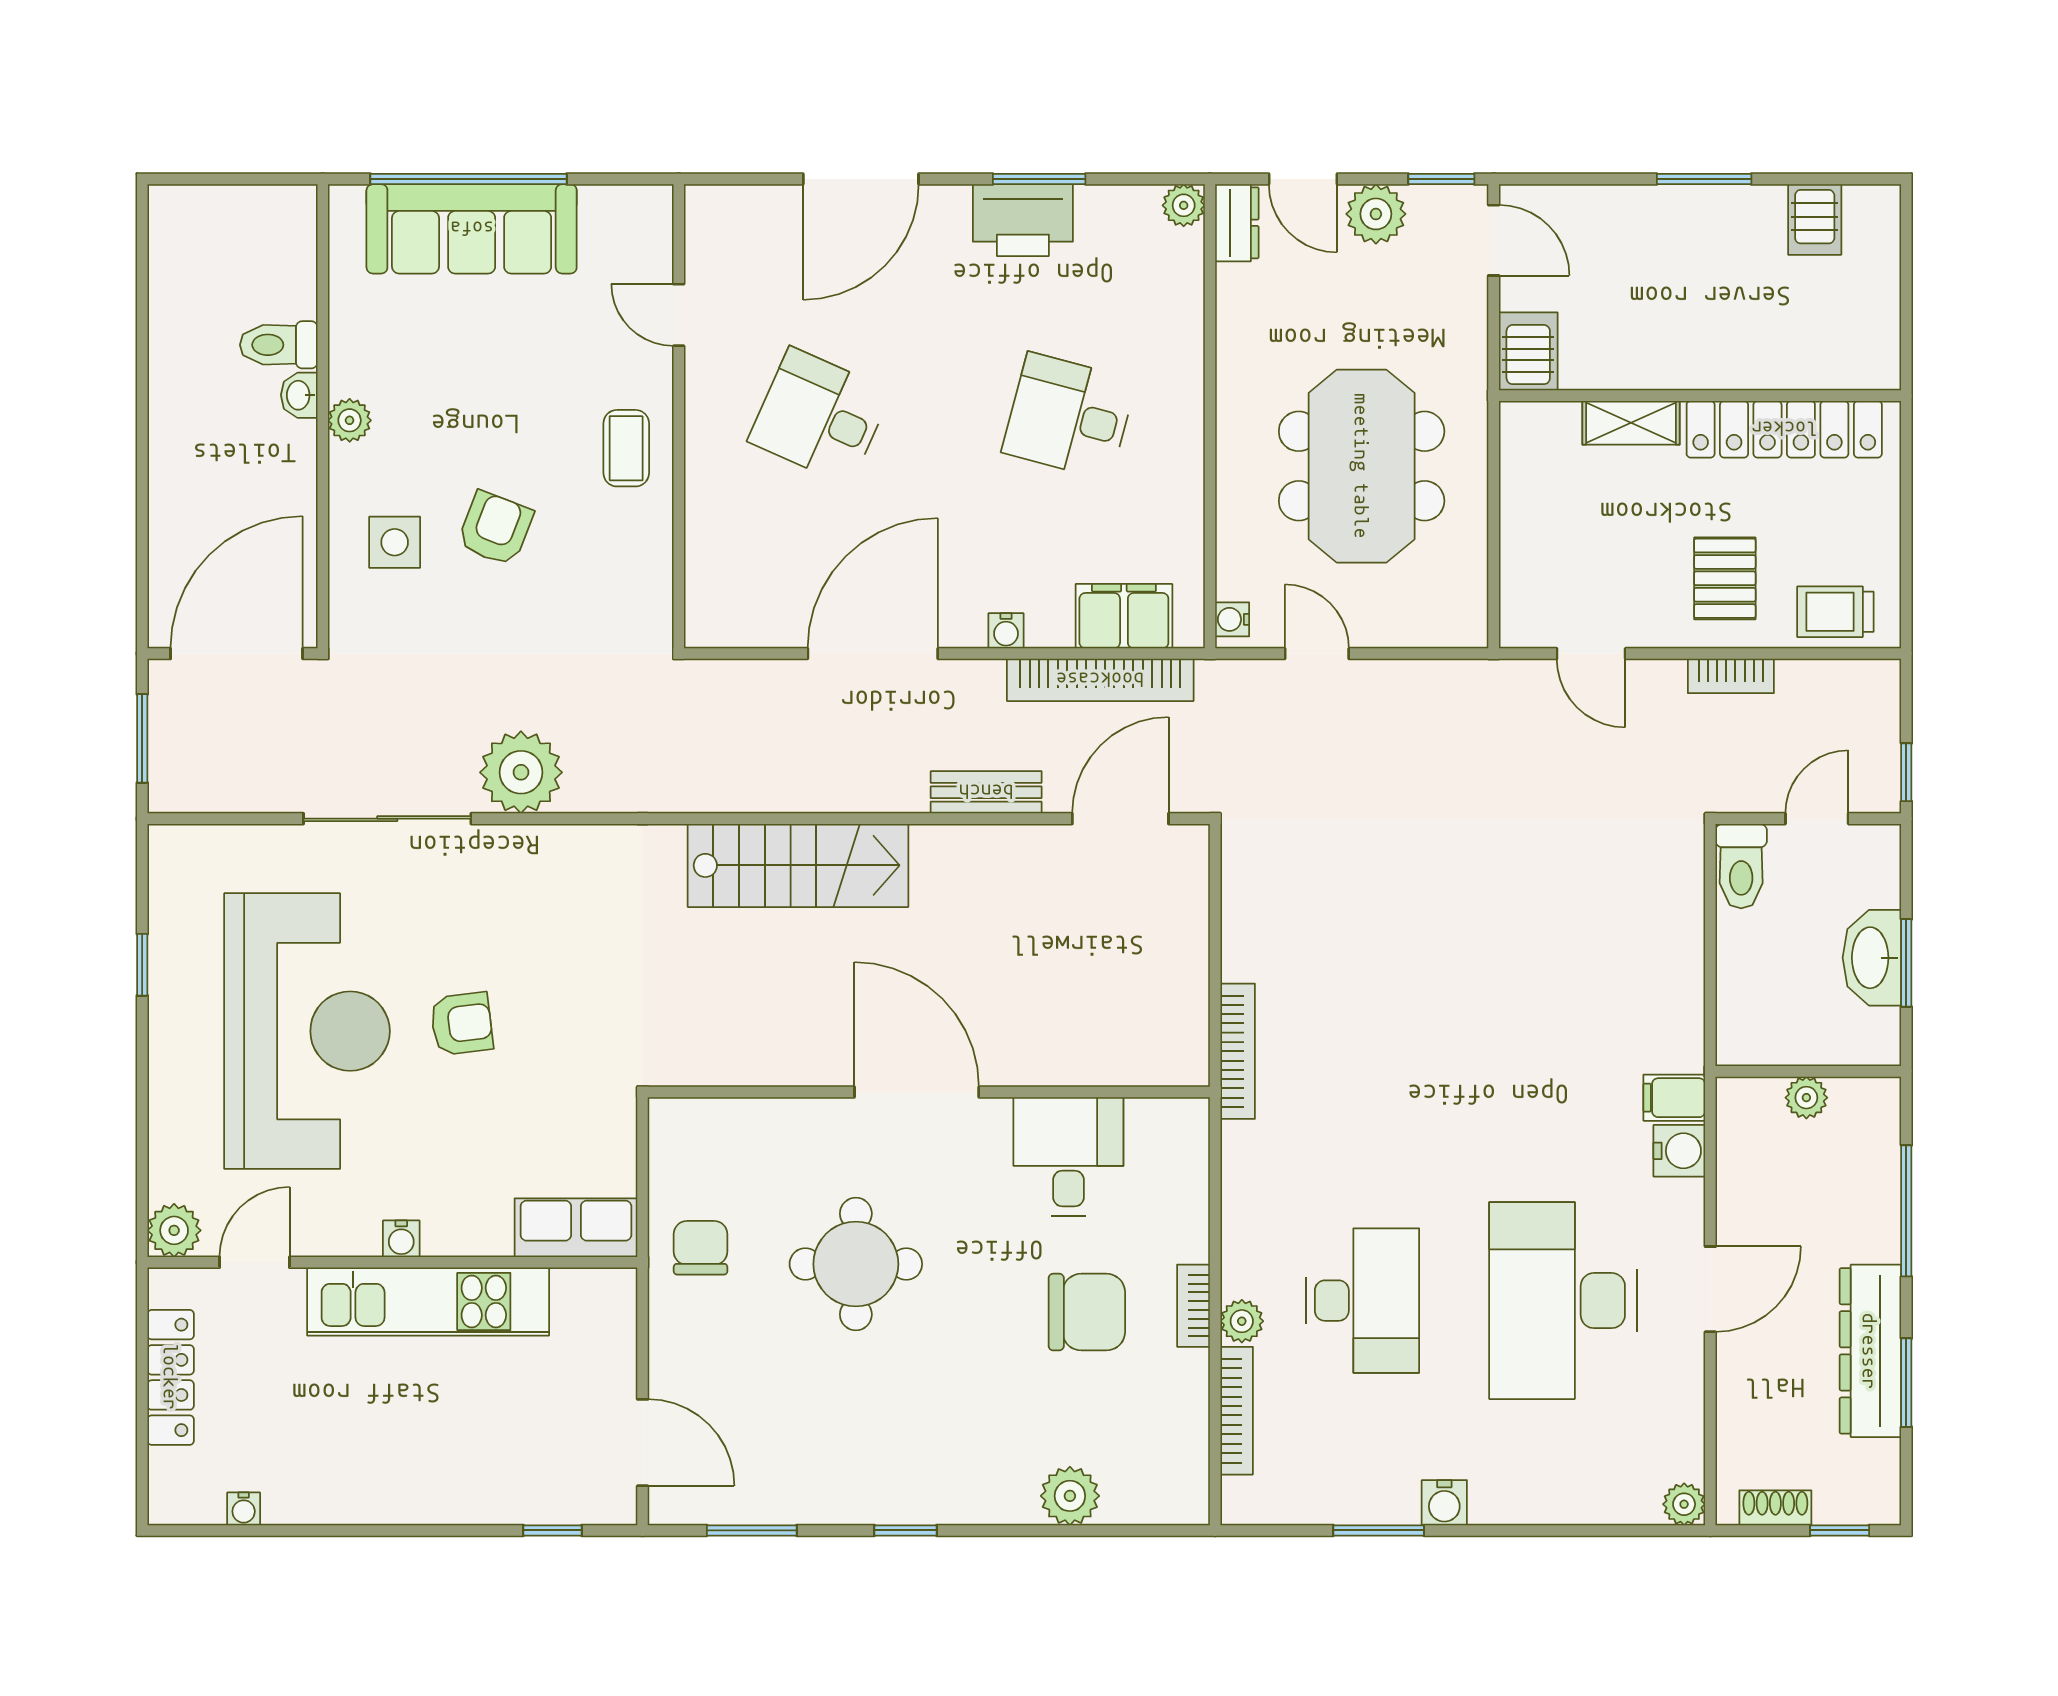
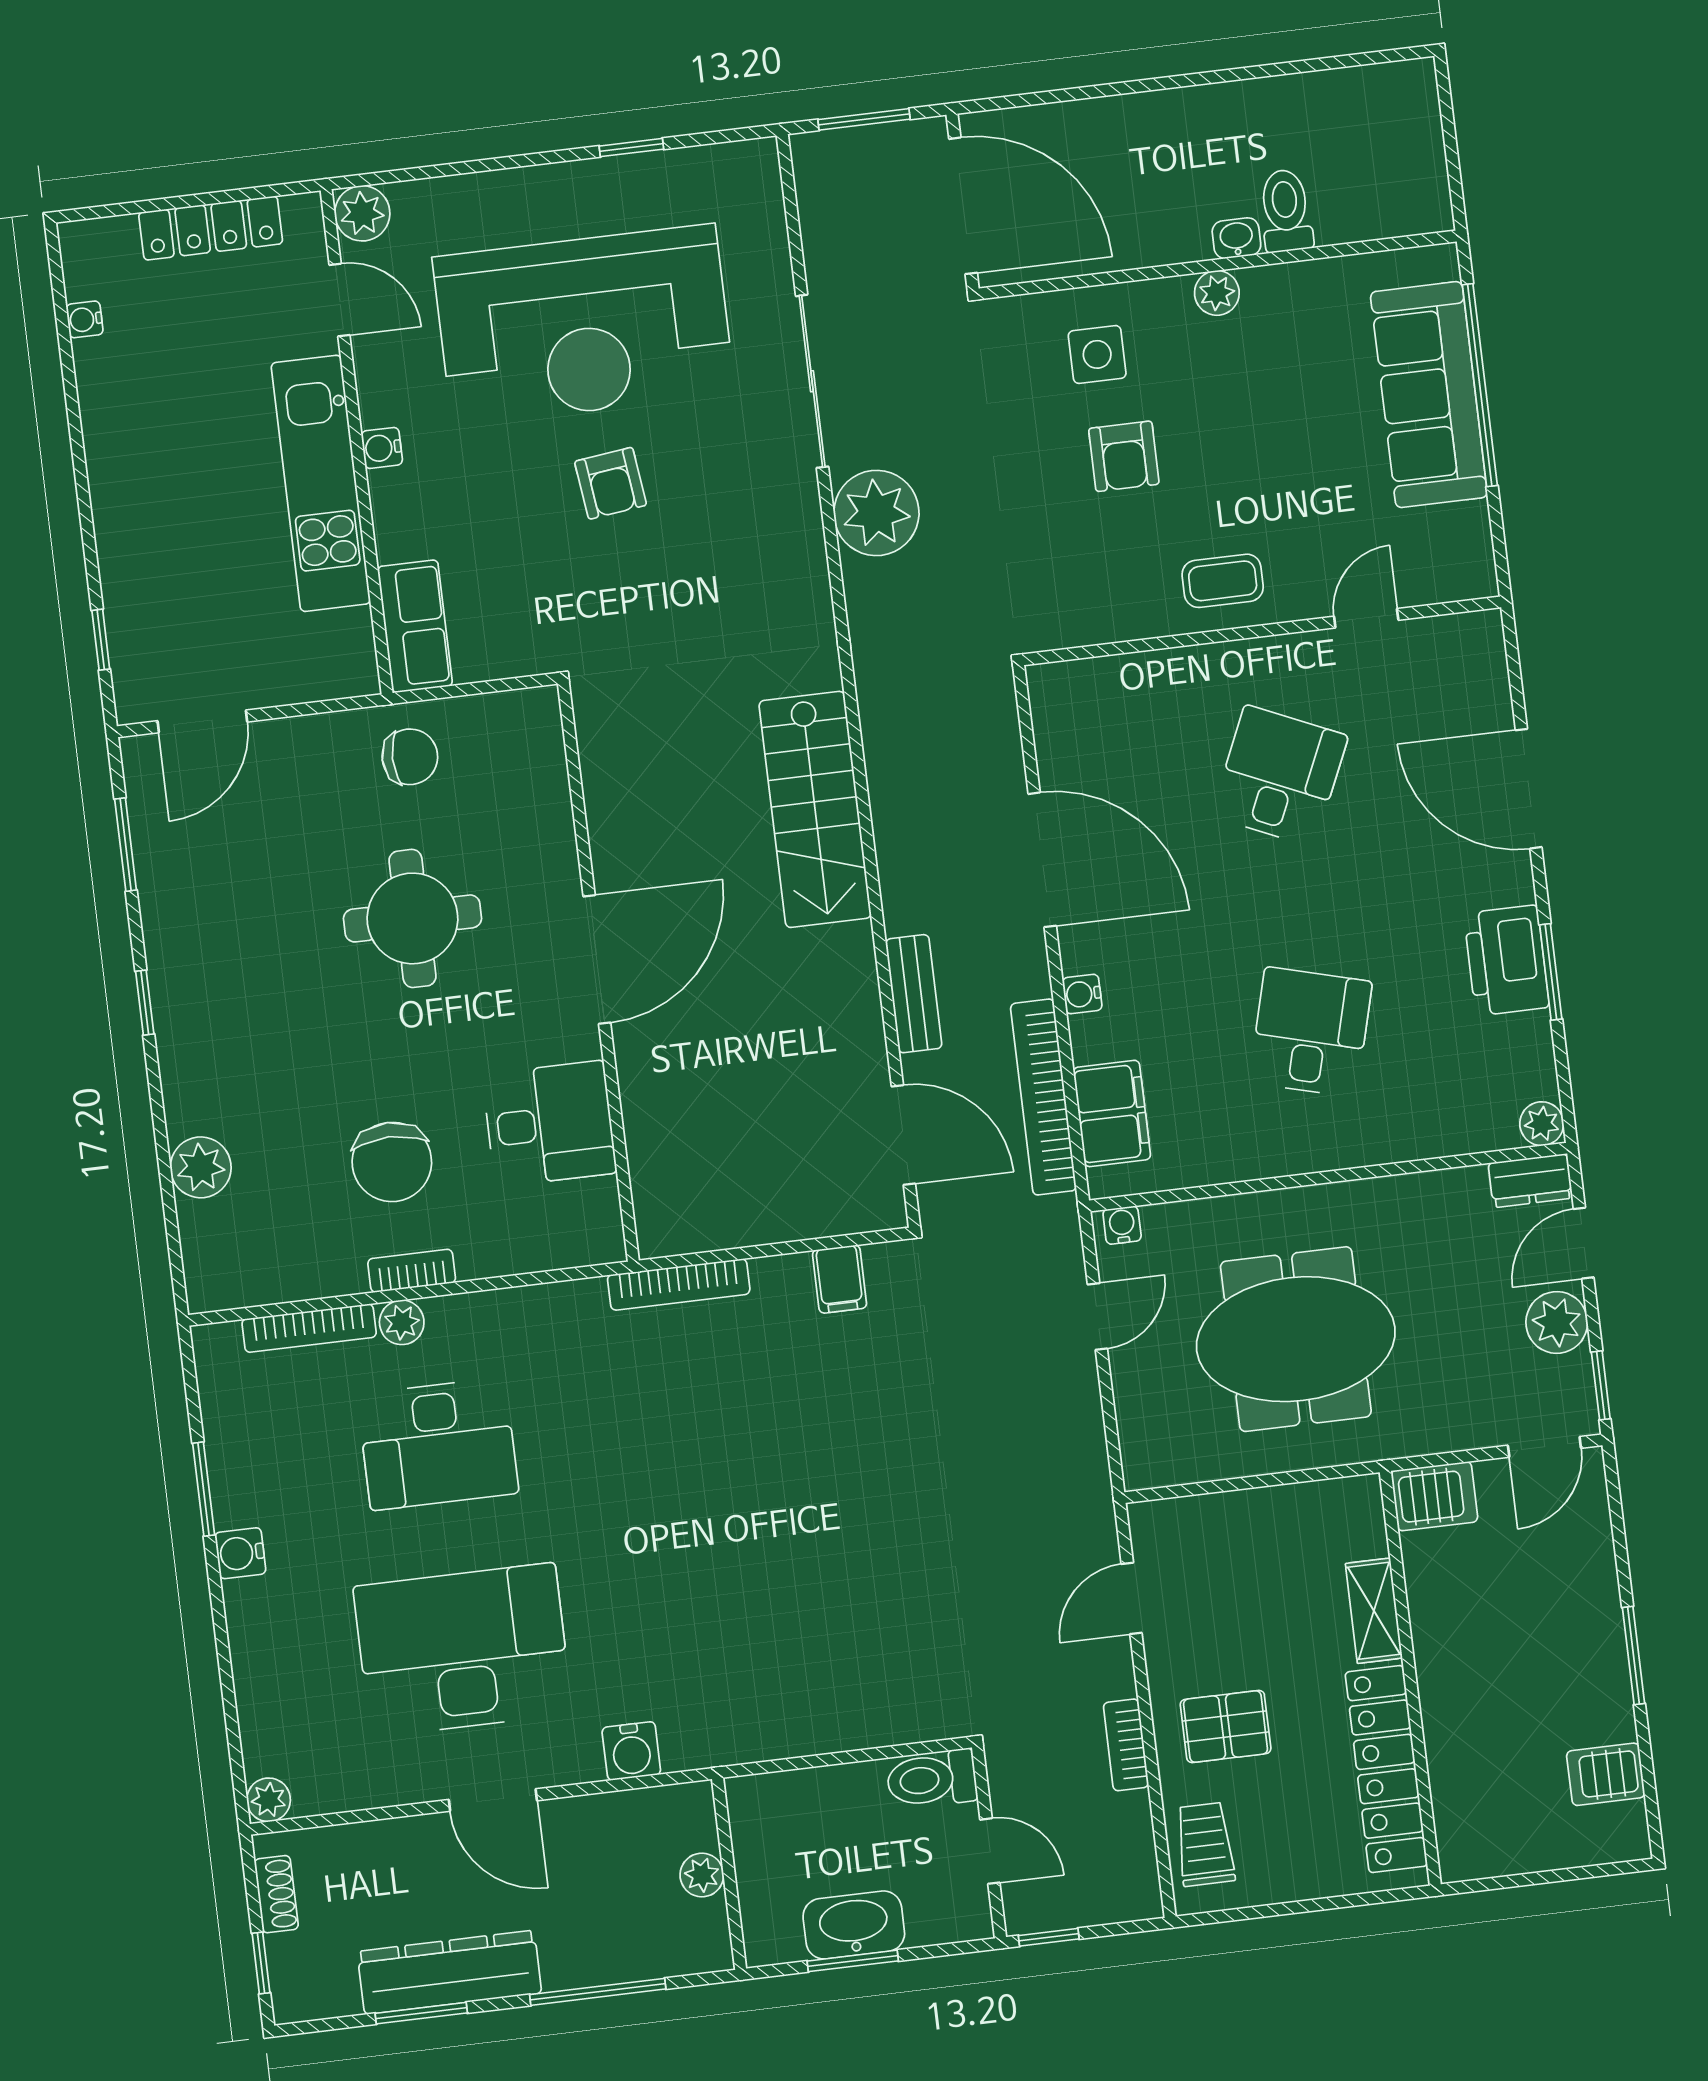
armchair: (495, 528) -> (1124, 456), turned 69
filing cabinet: (1674, 1098) -> (840, 1279), moved, turned 180

